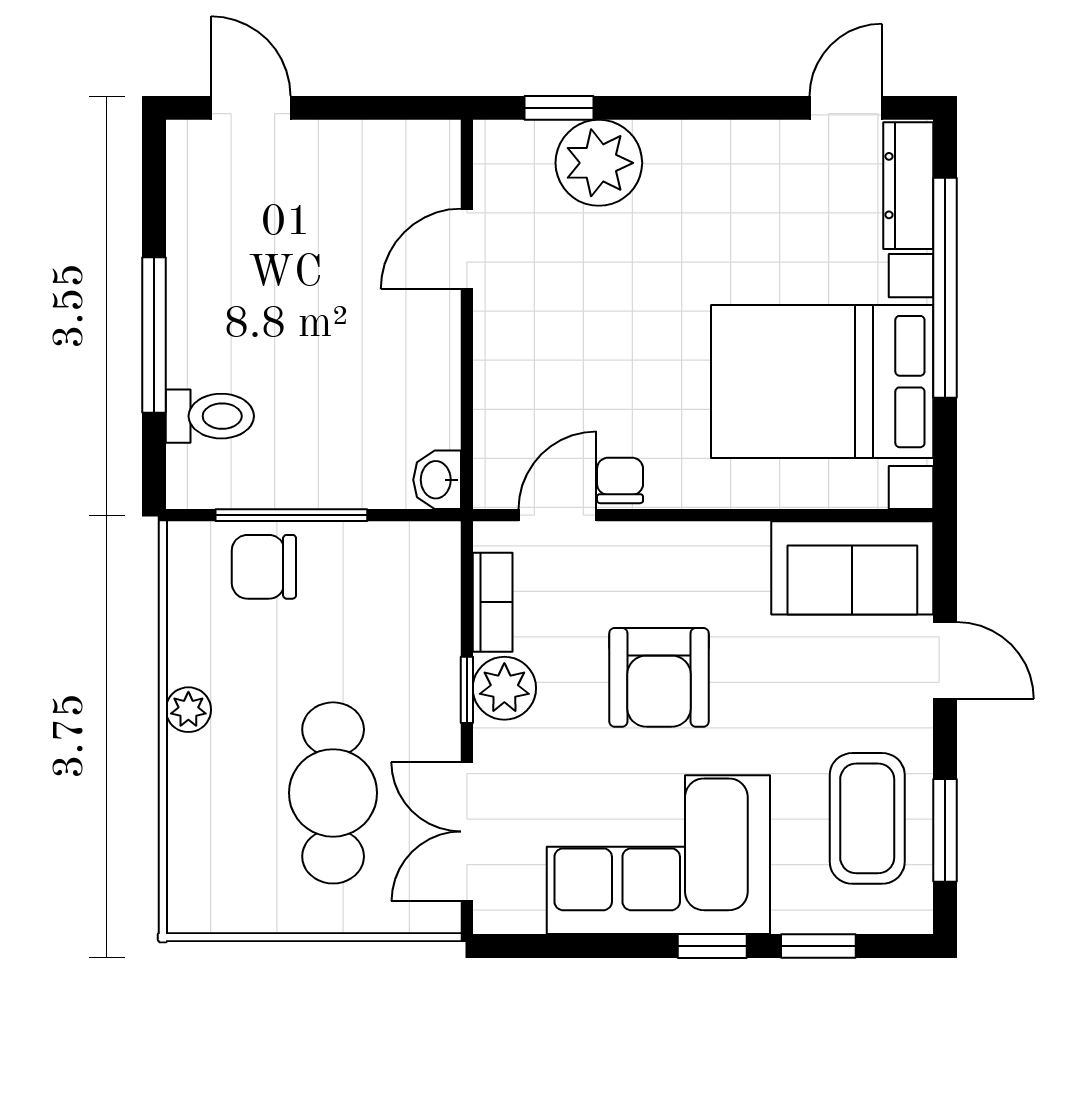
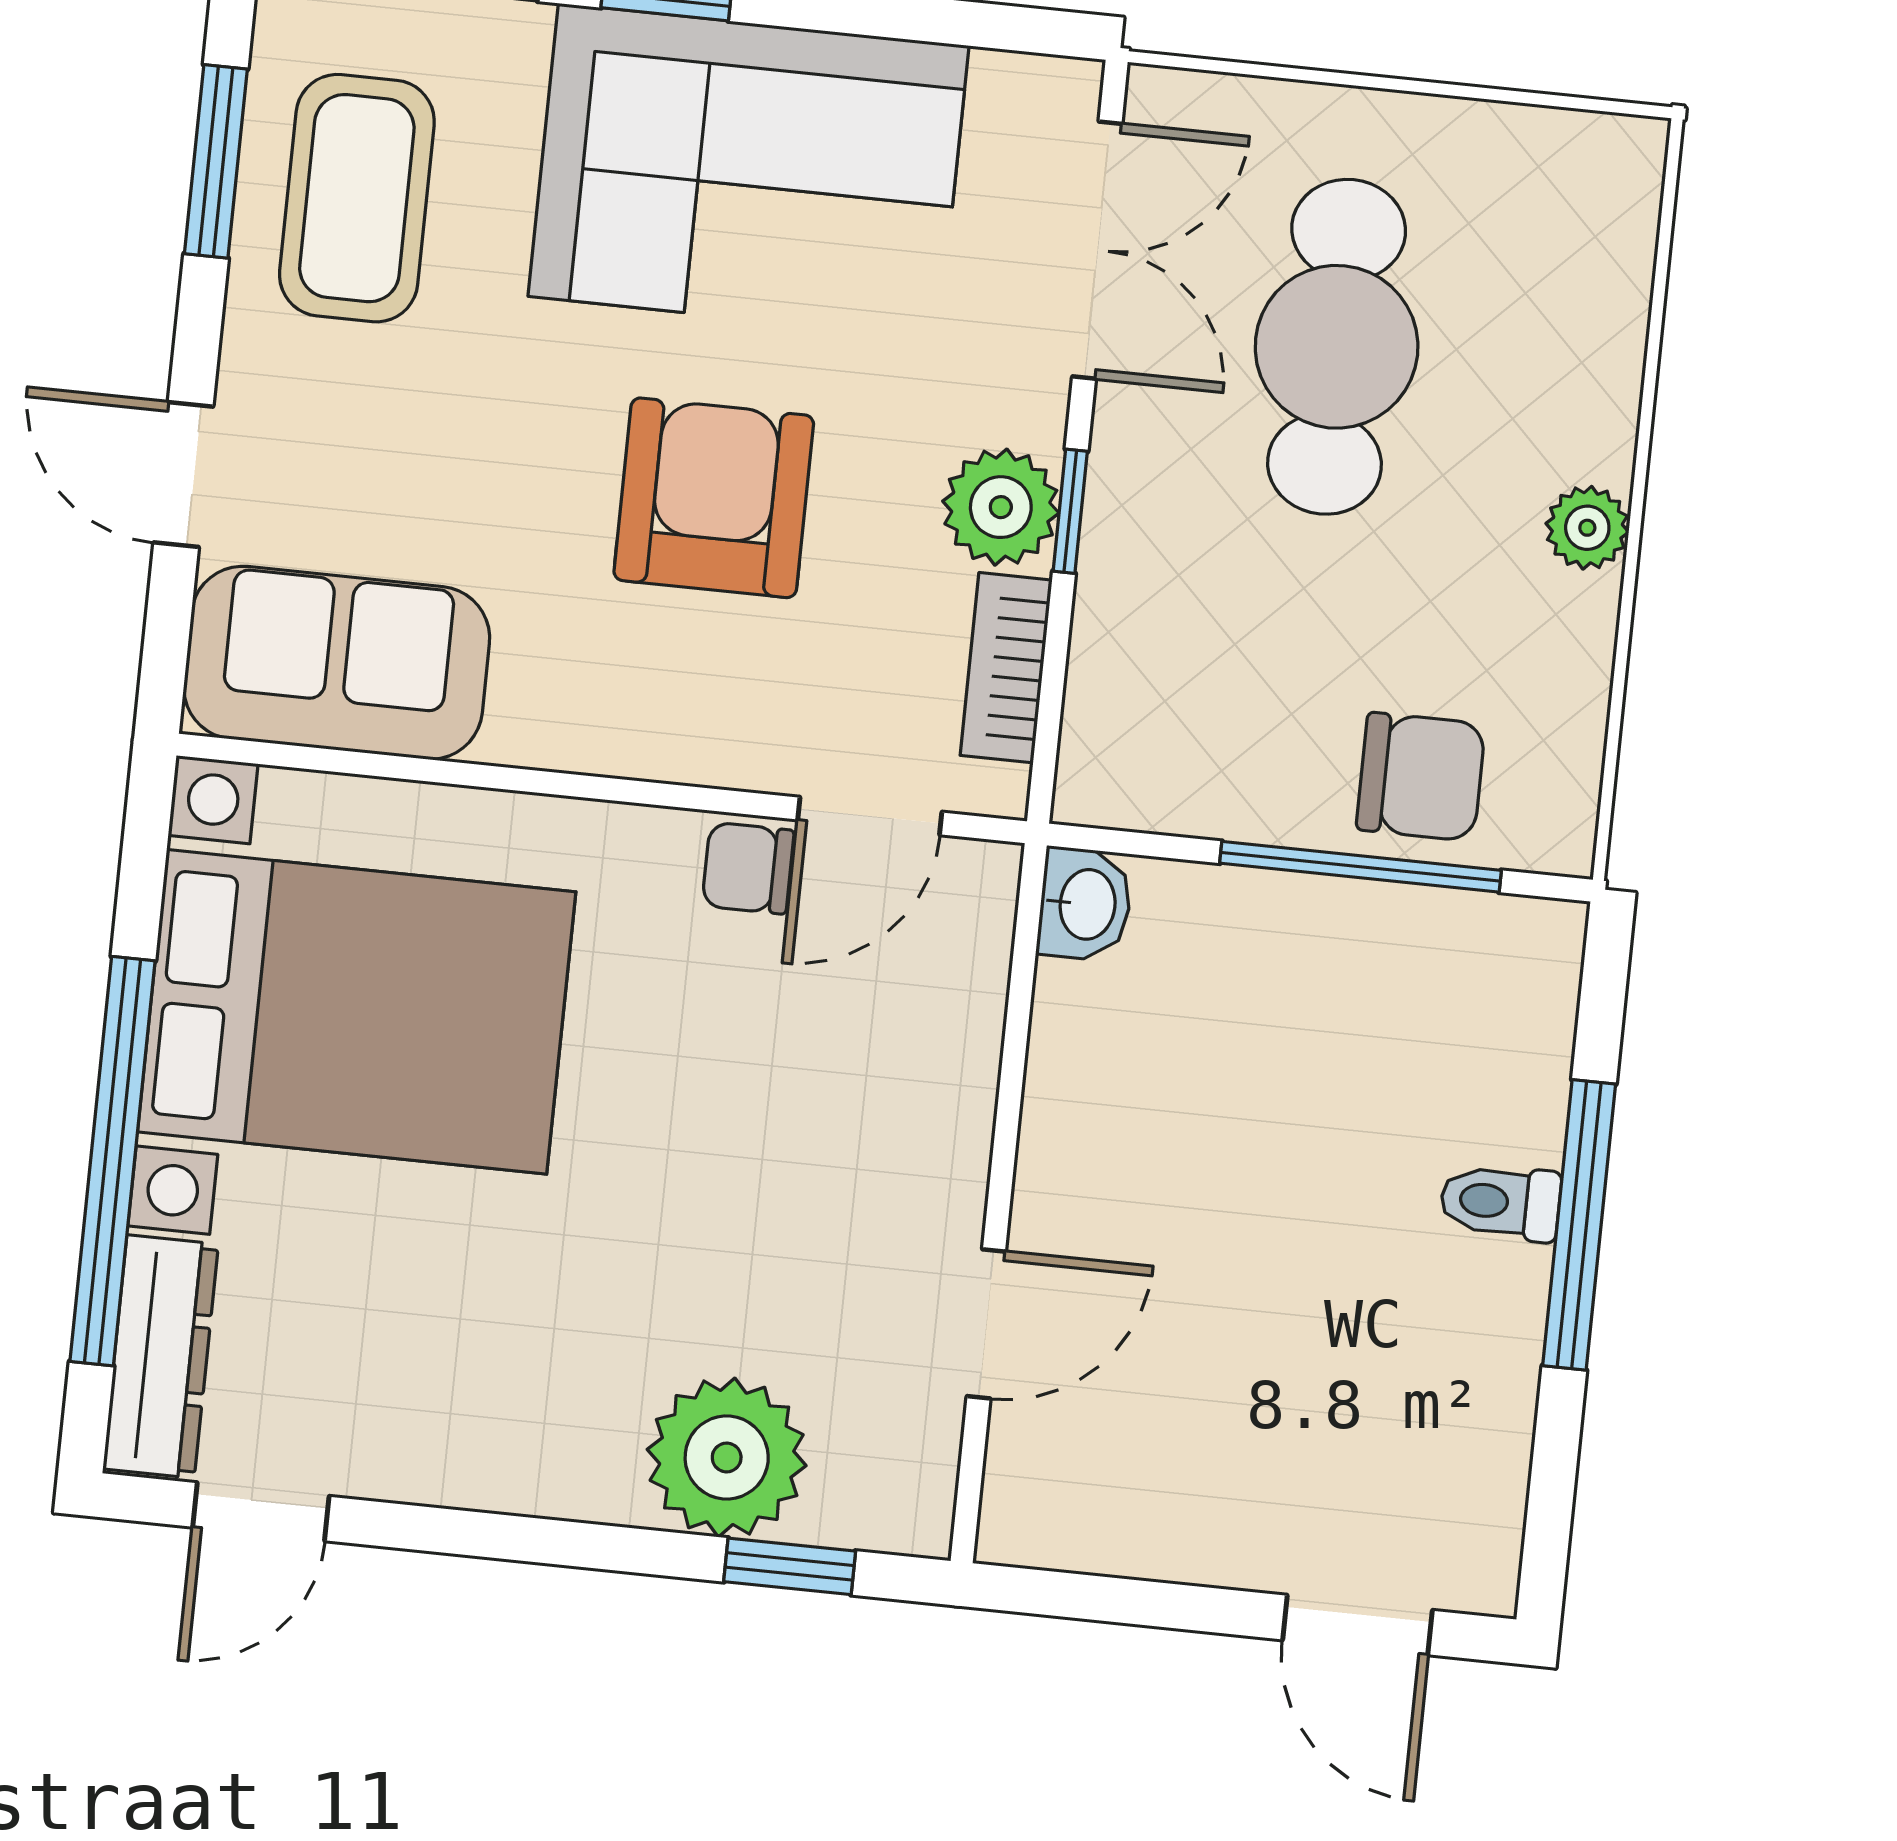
toilet: (210, 416) -> (1500, 1202), moved, width x0.73, depth x0.72
chair: (620, 480) -> (748, 868), turned 90

